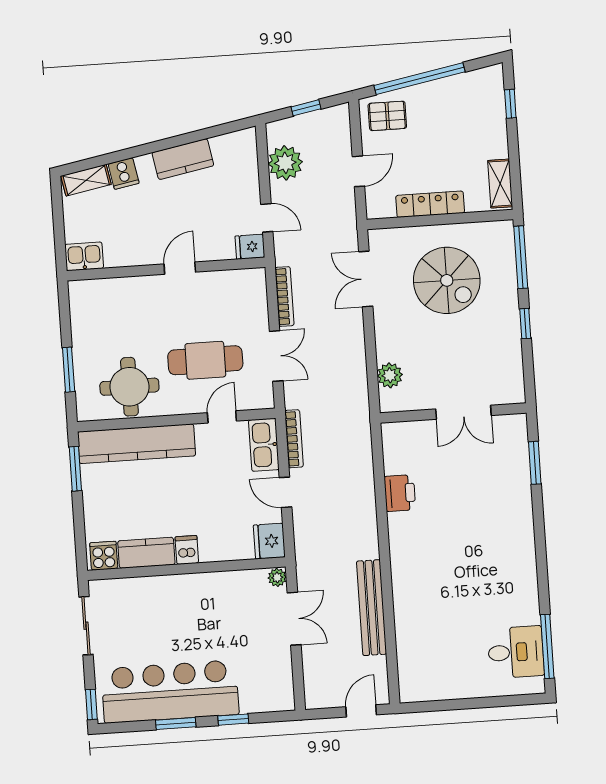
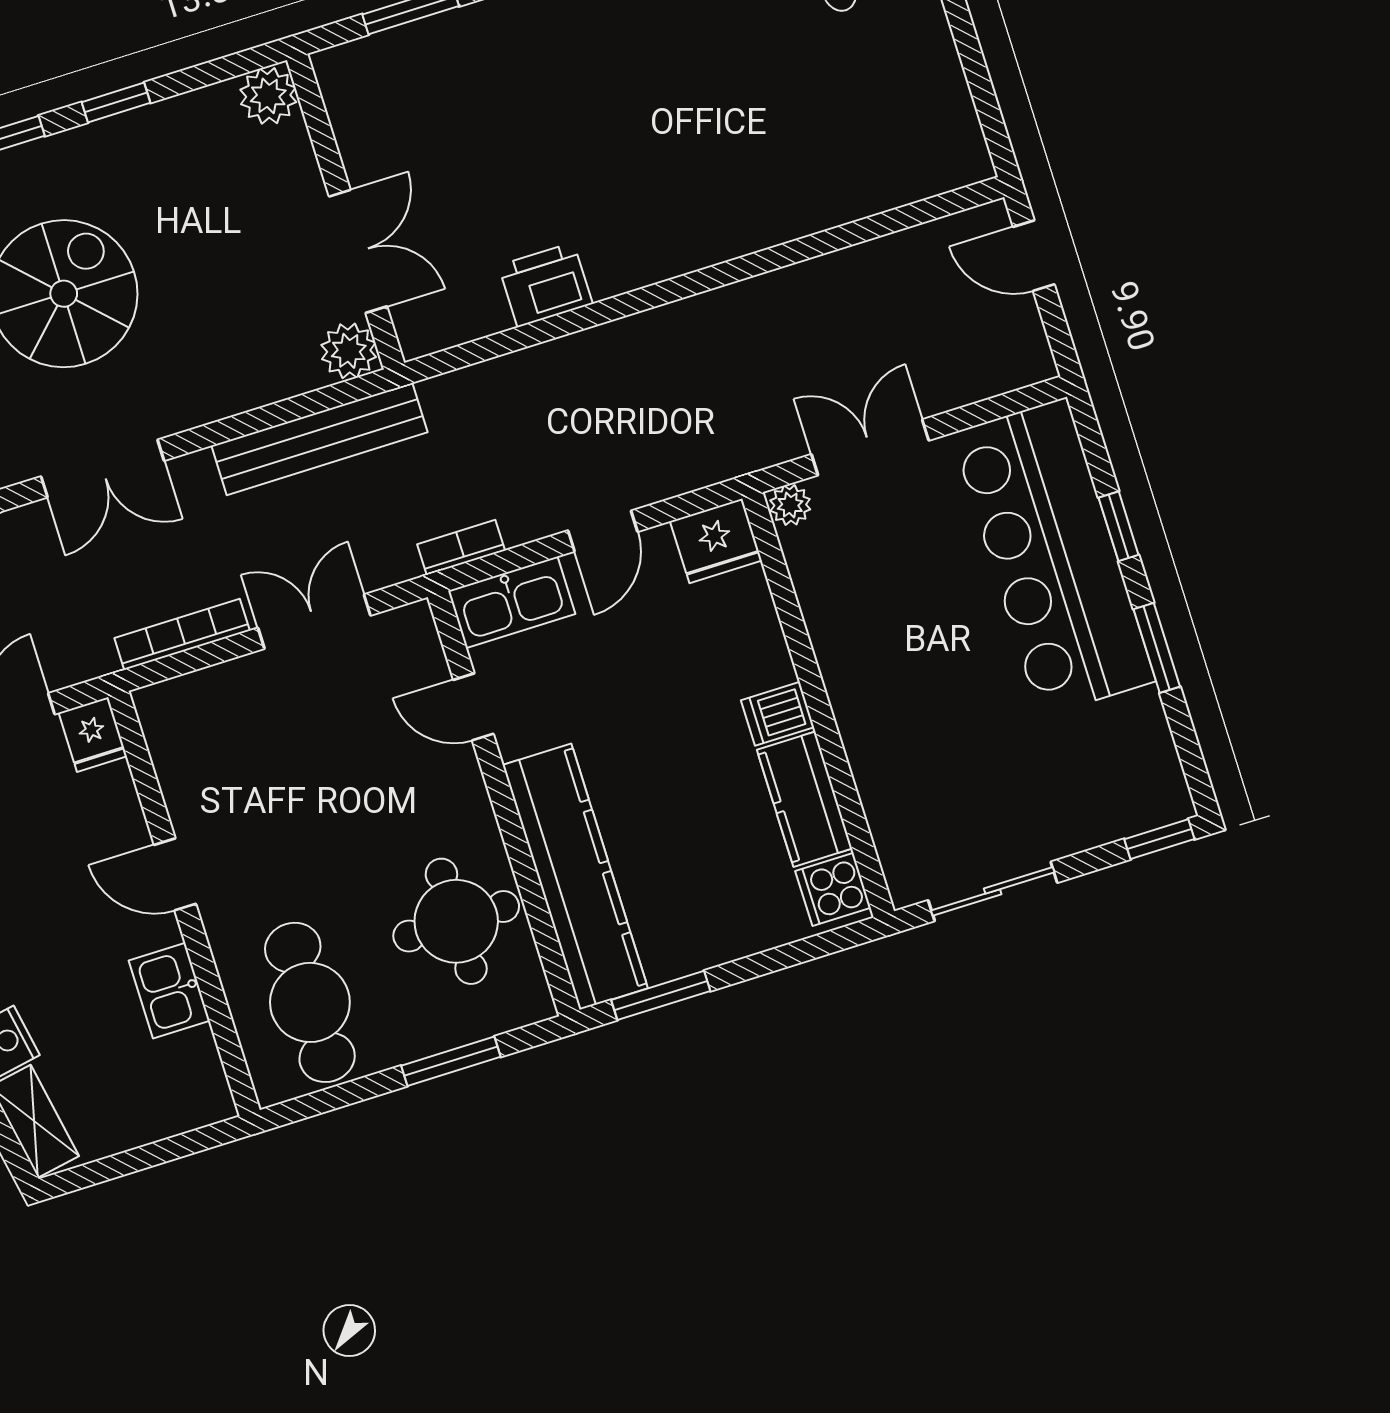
kitchen sink: (84, 256) -> (169, 991), moved
cafe table: (205, 360) -> (310, 1002), moved
plant: (390, 375) -> (349, 351), moved
plant: (512, 391) -> (268, 96), added
double door: (463, 412) -> (358, 251), moved
bookcase: (294, 439) -> (461, 547), width x0.64
bench: (372, 608) -> (320, 439), moved
bar counter: (170, 692) -> (1054, 557), moved

